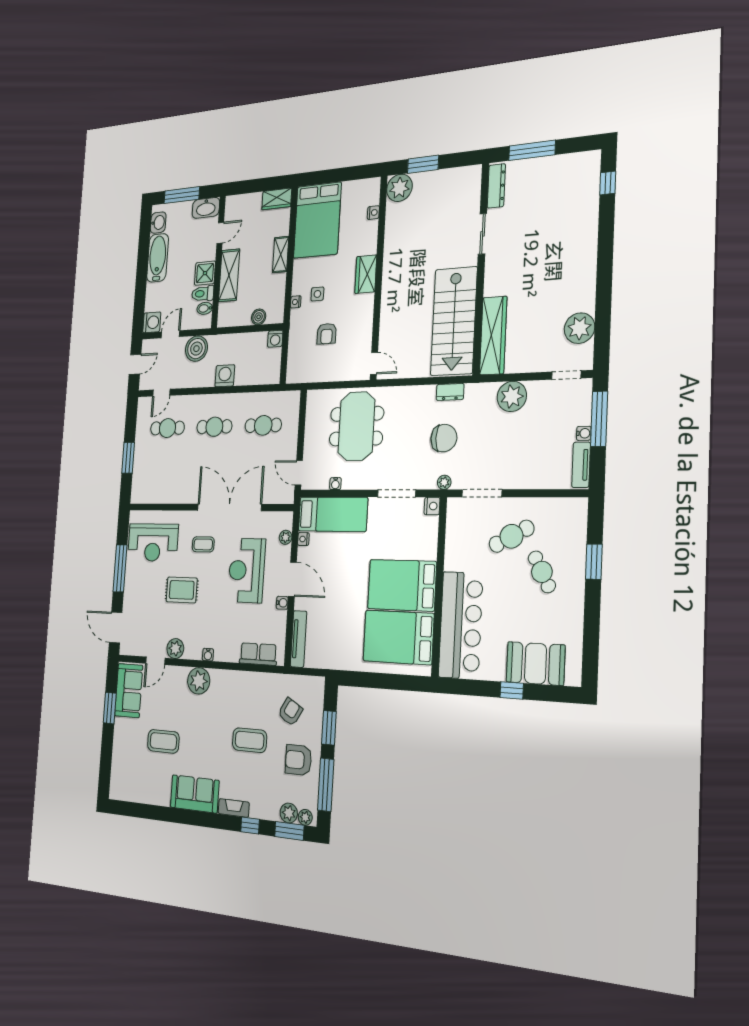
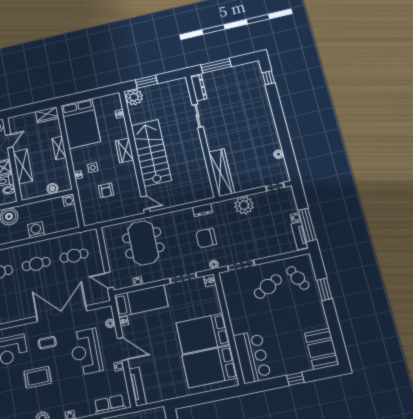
stairs: (454, 321) -> (151, 153), moved, turned 180
plant: (579, 328) -> (279, 154), width x0.53, depth x0.53
window: (599, 419) -> (307, 225), moved
chair: (444, 438) -> (206, 238), turned 180
cafe table: (542, 572) -> (298, 278), moved
bar counter: (461, 625) -> (252, 357), width x0.73
booth: (536, 664) -> (322, 349), moved, turned 90

